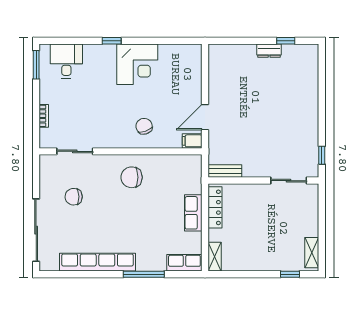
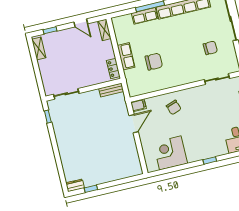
dresser: (269, 51) -> (75, 185), moved
corner desk: (137, 64) -> (170, 153), moved
chair: (132, 177) -> (154, 62), moved
locker: (215, 207) -> (113, 68), width x0.66
row of seats: (184, 263) -> (145, 16), moved
door: (245, 274) -> (81, 23), added

